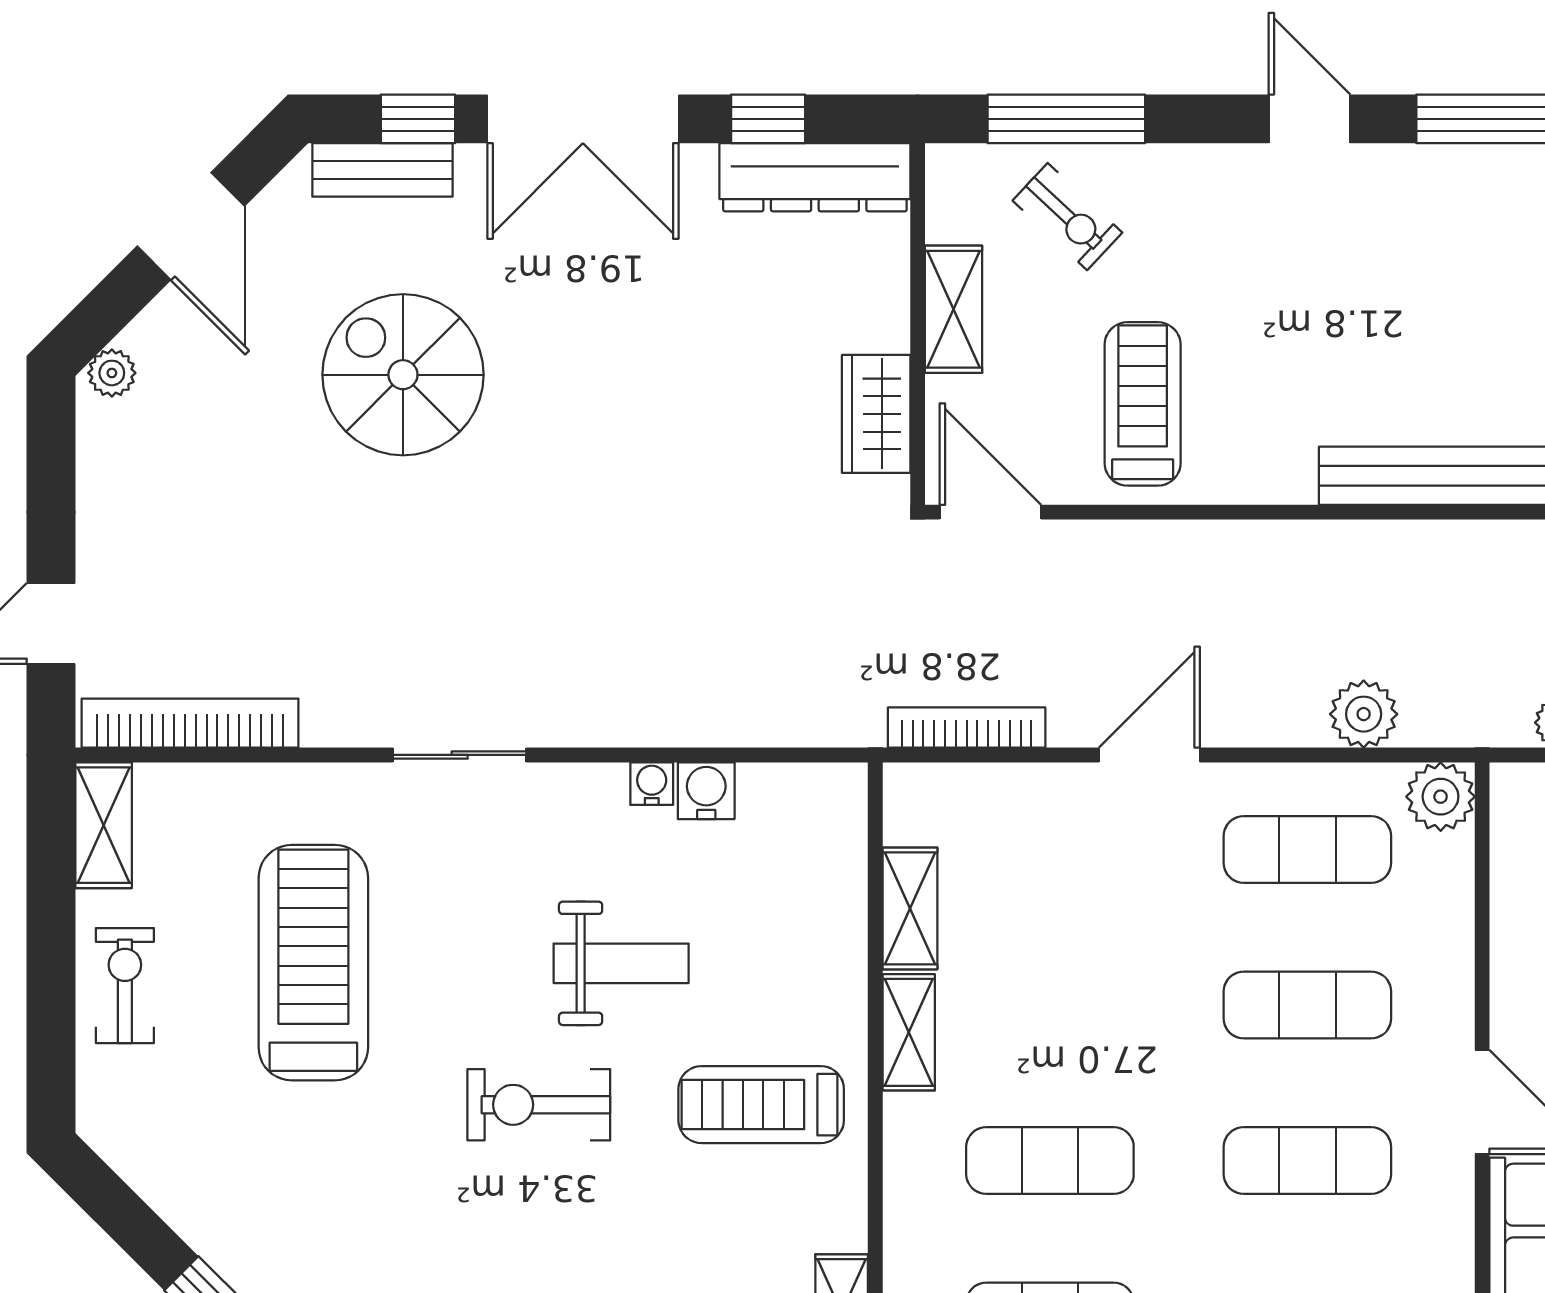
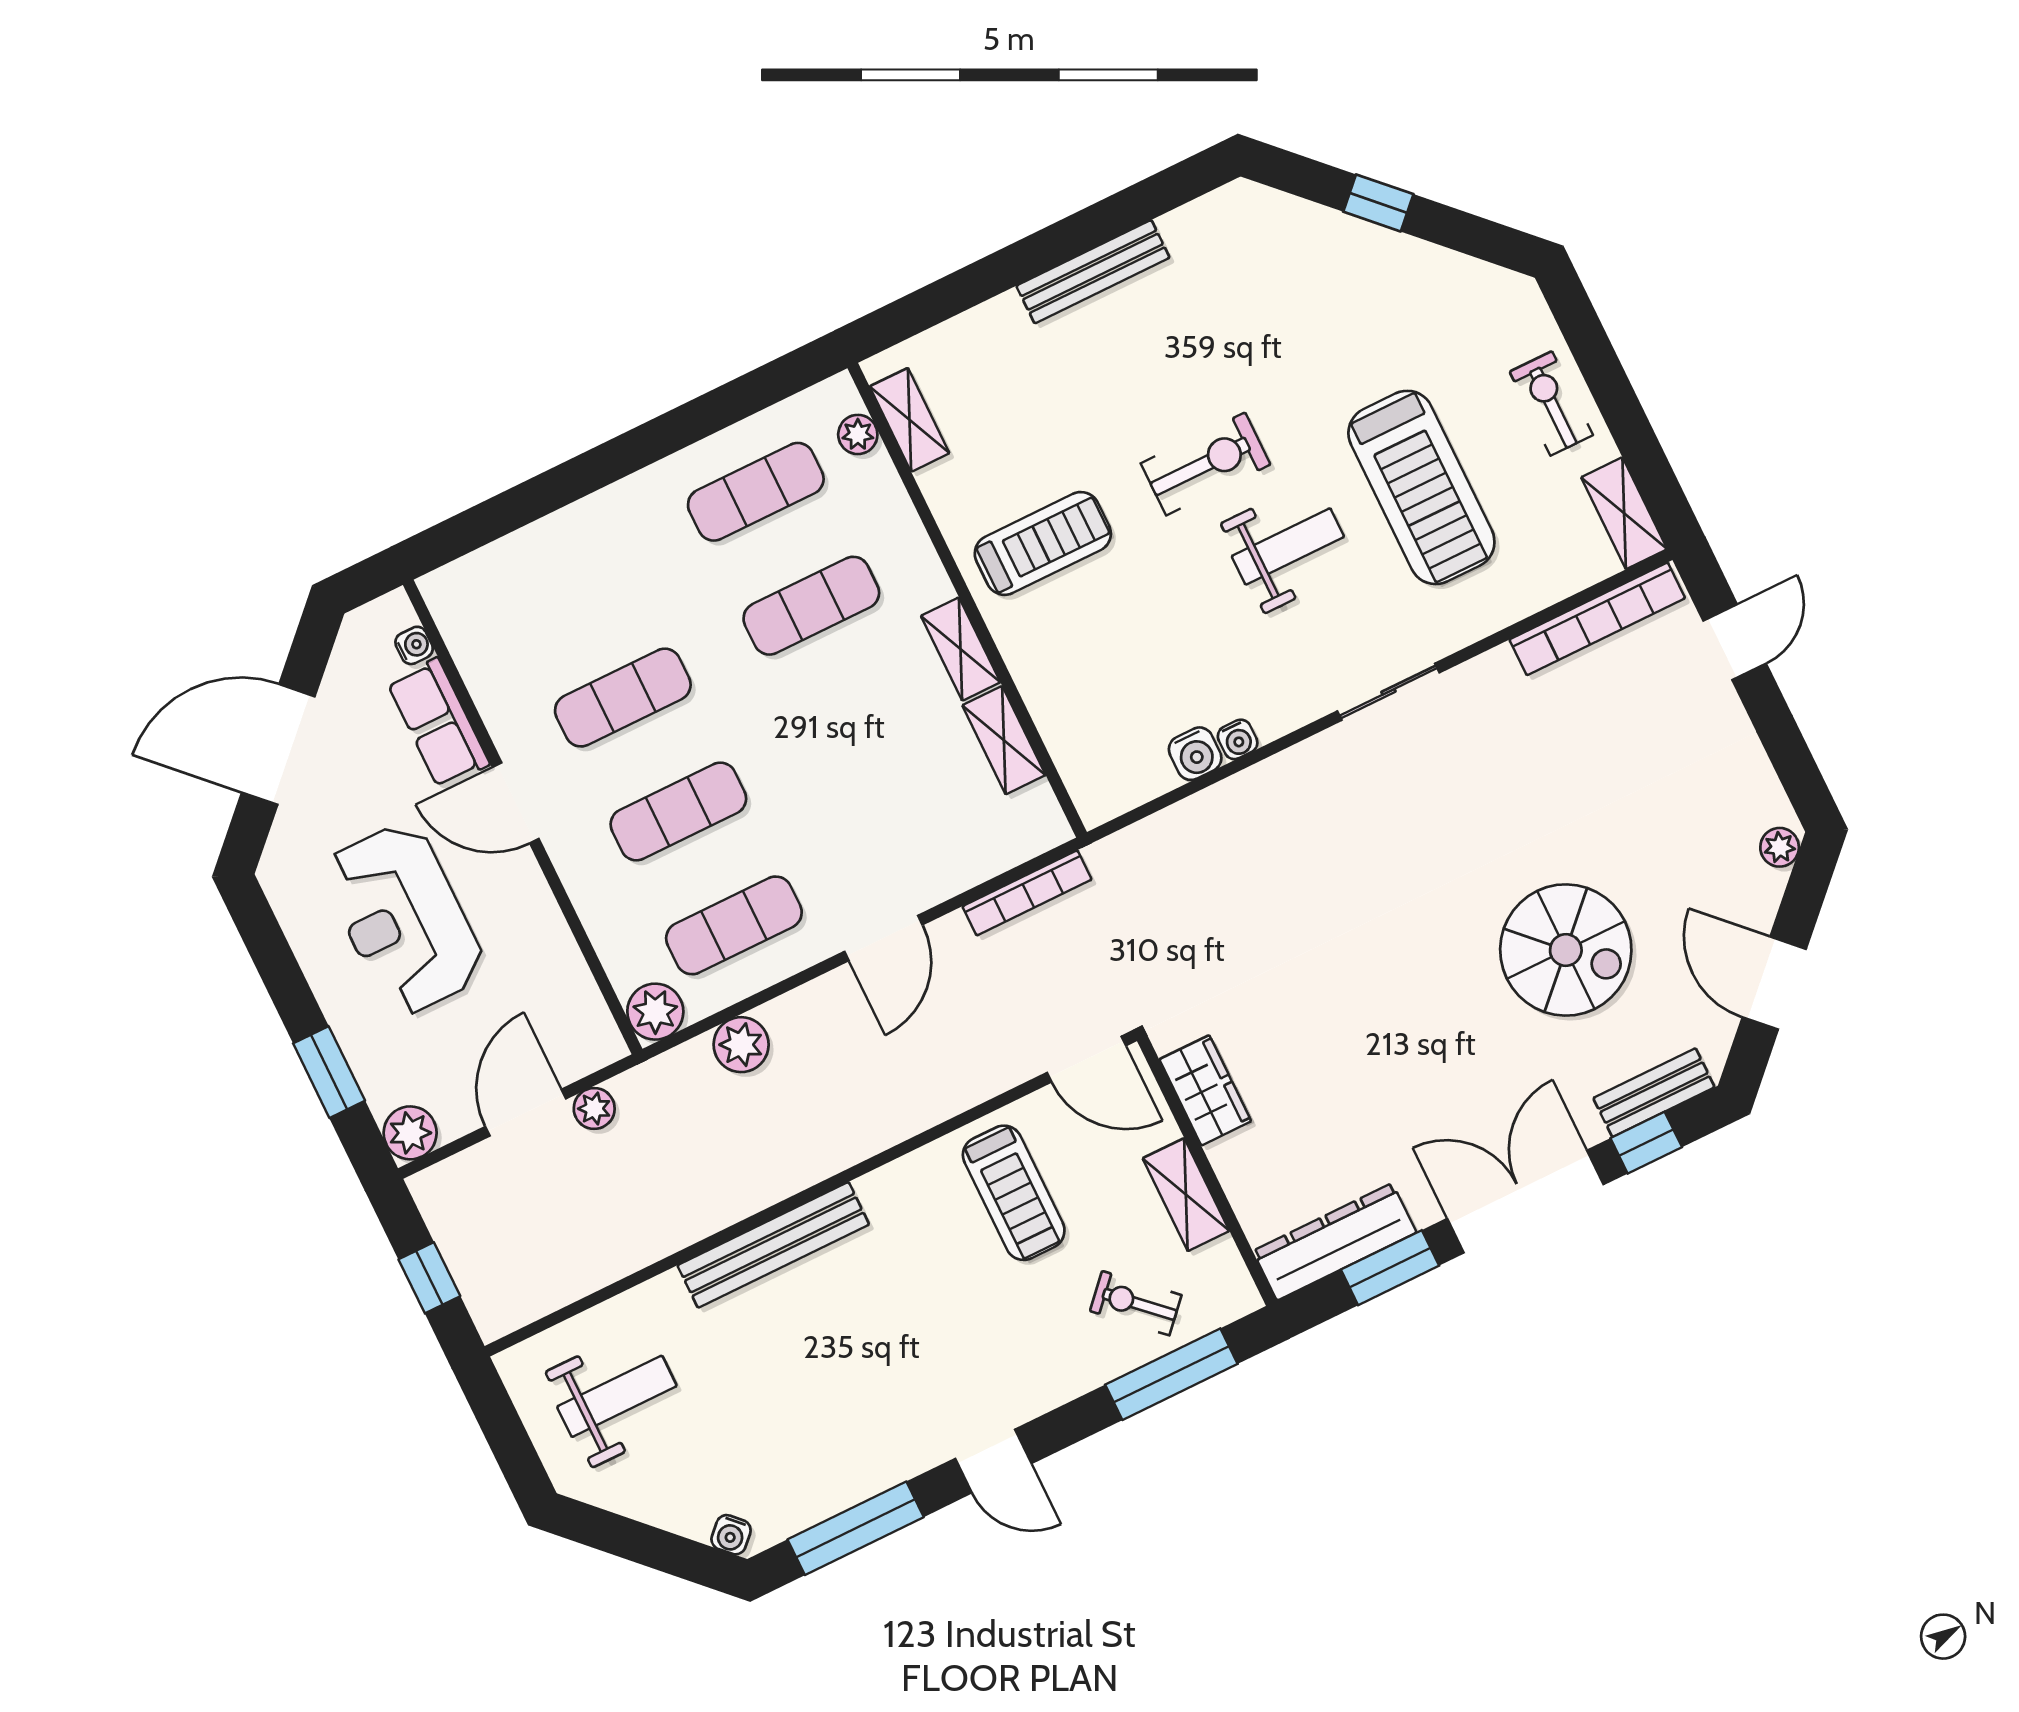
window: (768, 119) -> (1390, 1268), width x1.50
weight bench: (621, 963) -> (1288, 546), moved, turned 180
exercise bike: (125, 986) -> (1551, 403), turned 180

